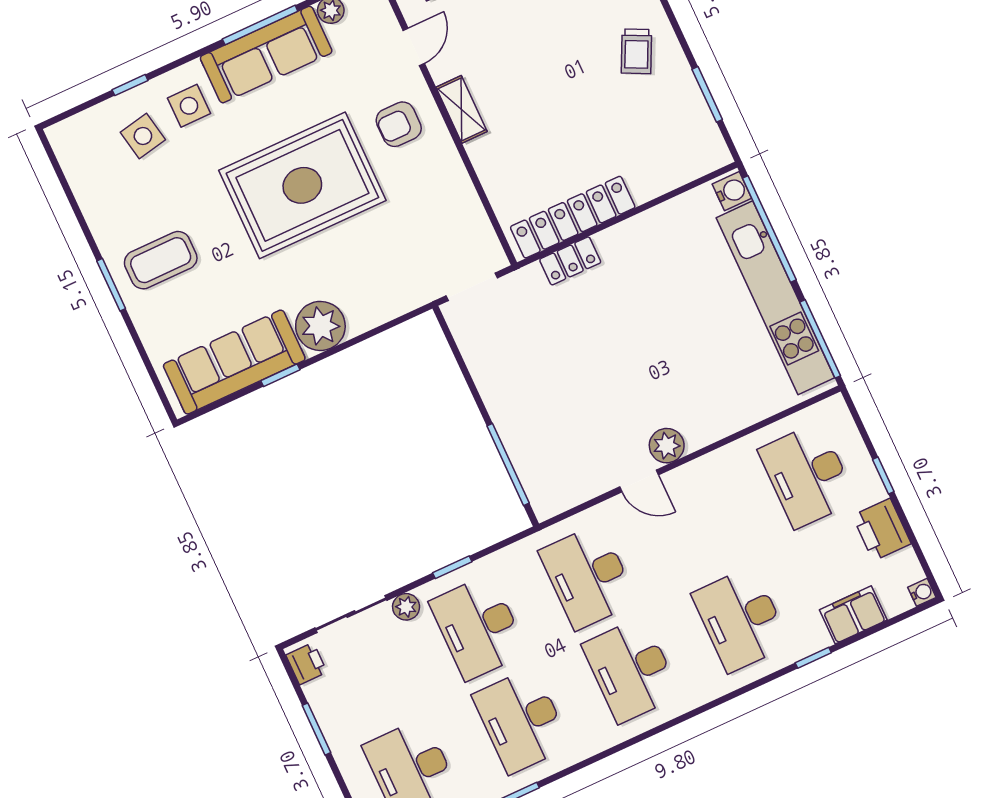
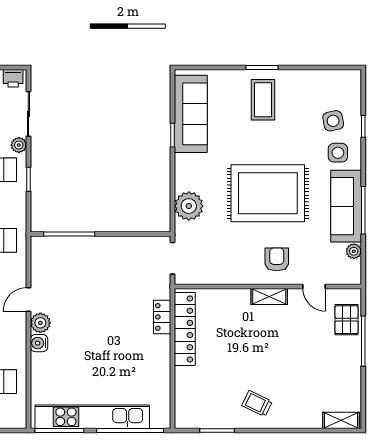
rug: (302, 185) -> (268, 193), turned 90
water cooler: (732, 191) -> (39, 343), moved, turned 90
plant: (320, 326) -> (189, 206), moved

